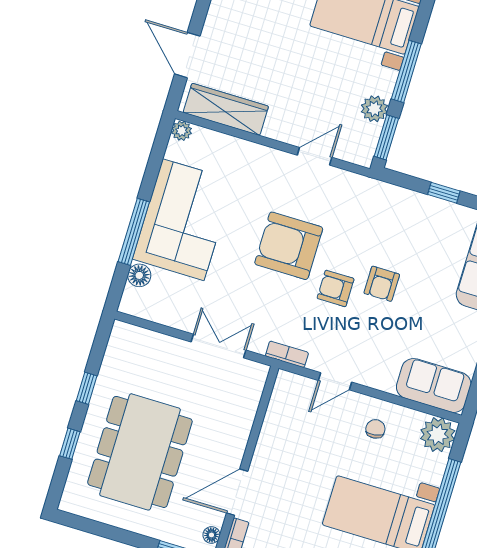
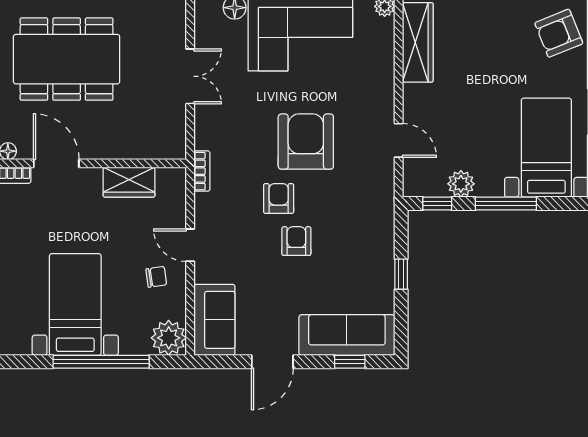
window: (386, 137) -> (437, 203), width x0.67
armchair: (382, 284) -> (296, 241), turned 90
double door: (218, 346) -> (190, 76), moved
door: (335, 381) -> (190, 245), moved
wardrobe: (276, 428) -> (129, 182), added

